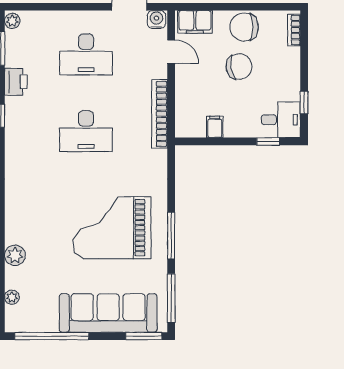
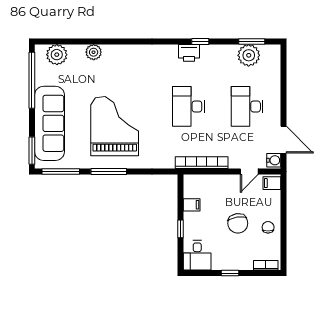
plant: (12, 21) -> (249, 55), moved, width x1.88, depth x1.88
filing cabinet: (195, 22) -> (272, 183), width x0.50
chair: (244, 27) -> (268, 227), width x0.54, depth x0.54
printer: (16, 82) -> (189, 53), moved
window: (304, 102) -> (230, 273), moved
window: (268, 141) -> (181, 229), moved
plant: (12, 297) -> (57, 55), width x1.88, depth x1.88

